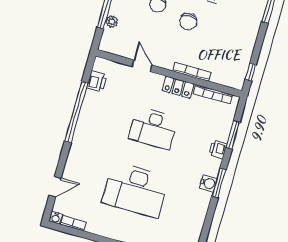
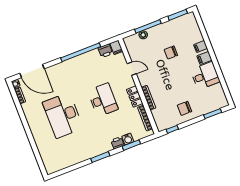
chair: (188, 21) -> (184, 108), moved
filing cabinet: (103, 65) -> (116, 47), added
door: (142, 66) -> (132, 69), hinge flipped
desk: (153, 128) -> (103, 100), turned 180
water cooler: (208, 183) -> (128, 139), moved
door: (55, 187) -> (32, 71), width x1.87

